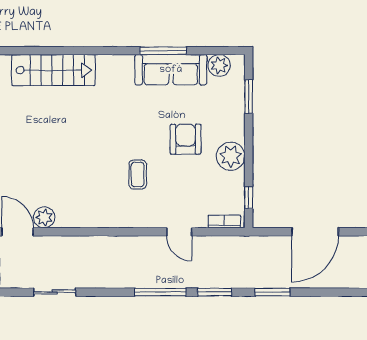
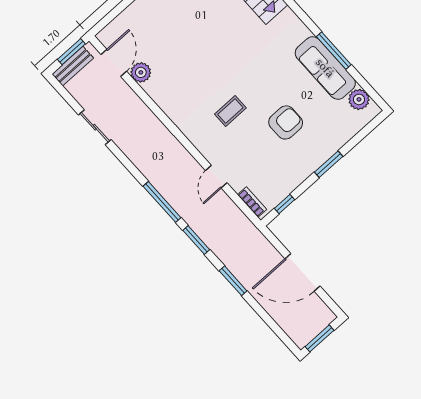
window: (249, 97) -> (329, 164), moved
plant: (231, 156) -> (302, 165), removed

